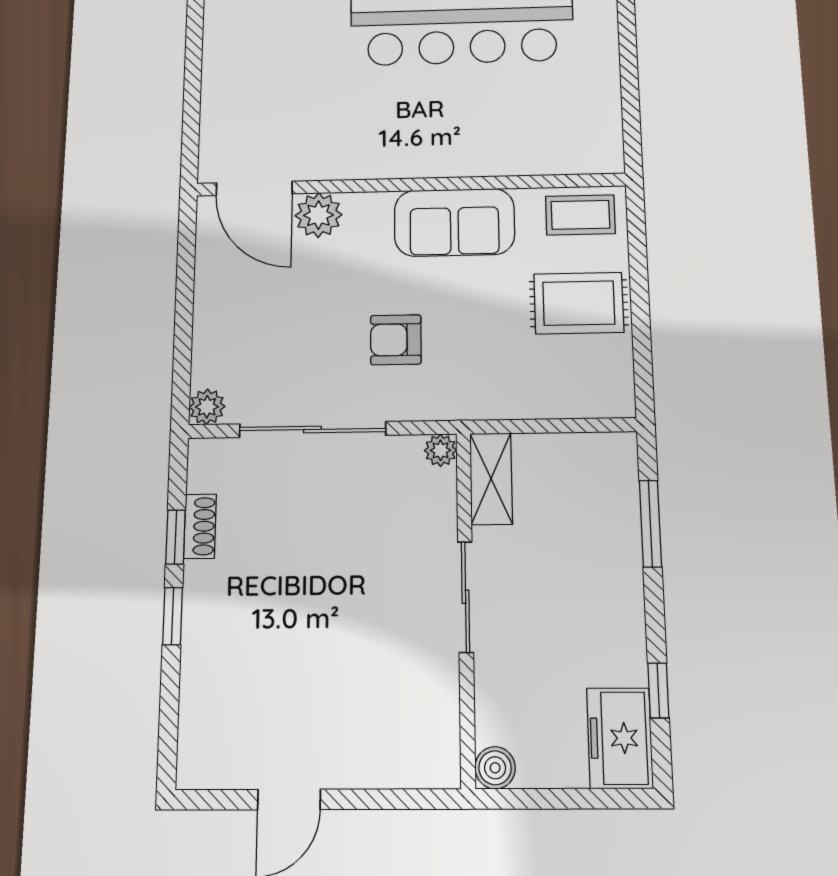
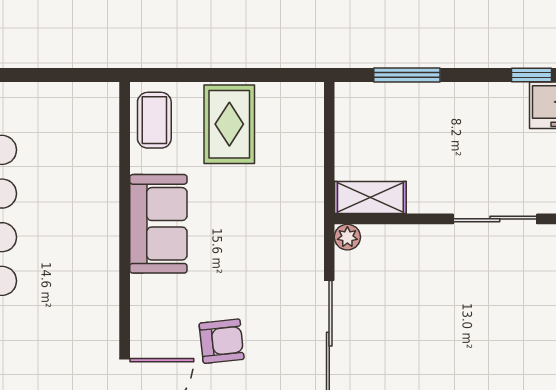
plant: (318, 215) -> (149, 336), removed
armchair: (396, 340) -> (222, 341), moved, turned -96
sliding door: (466, 597) -> (495, 219), moved

